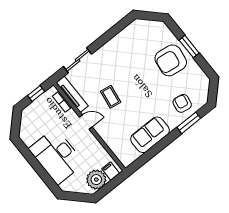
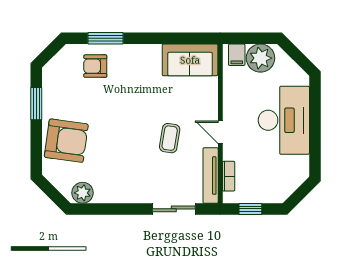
plant: (134, 29) -> (83, 193), added
window: (189, 47) -> (36, 104), moved
armchair: (171, 60) -> (66, 141), moved
armchair: (182, 103) -> (95, 66), turned 80
sofa: (150, 135) -> (190, 60), moved

